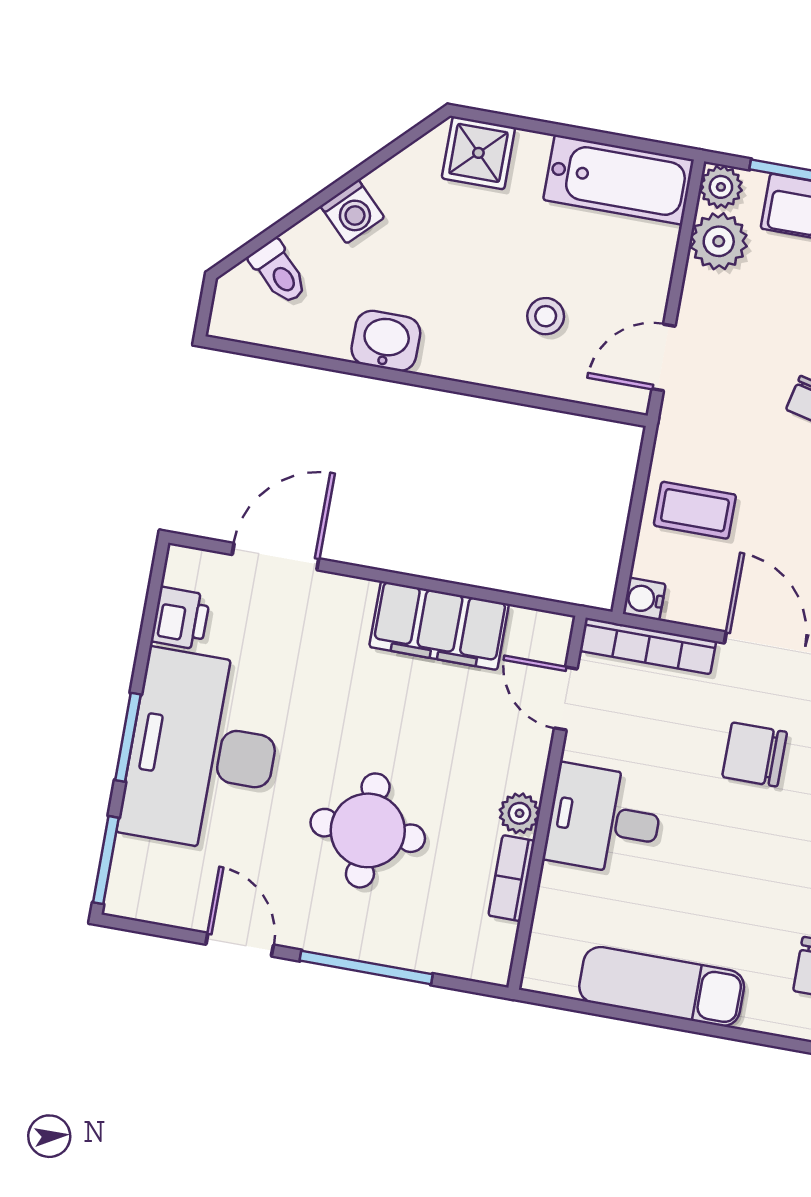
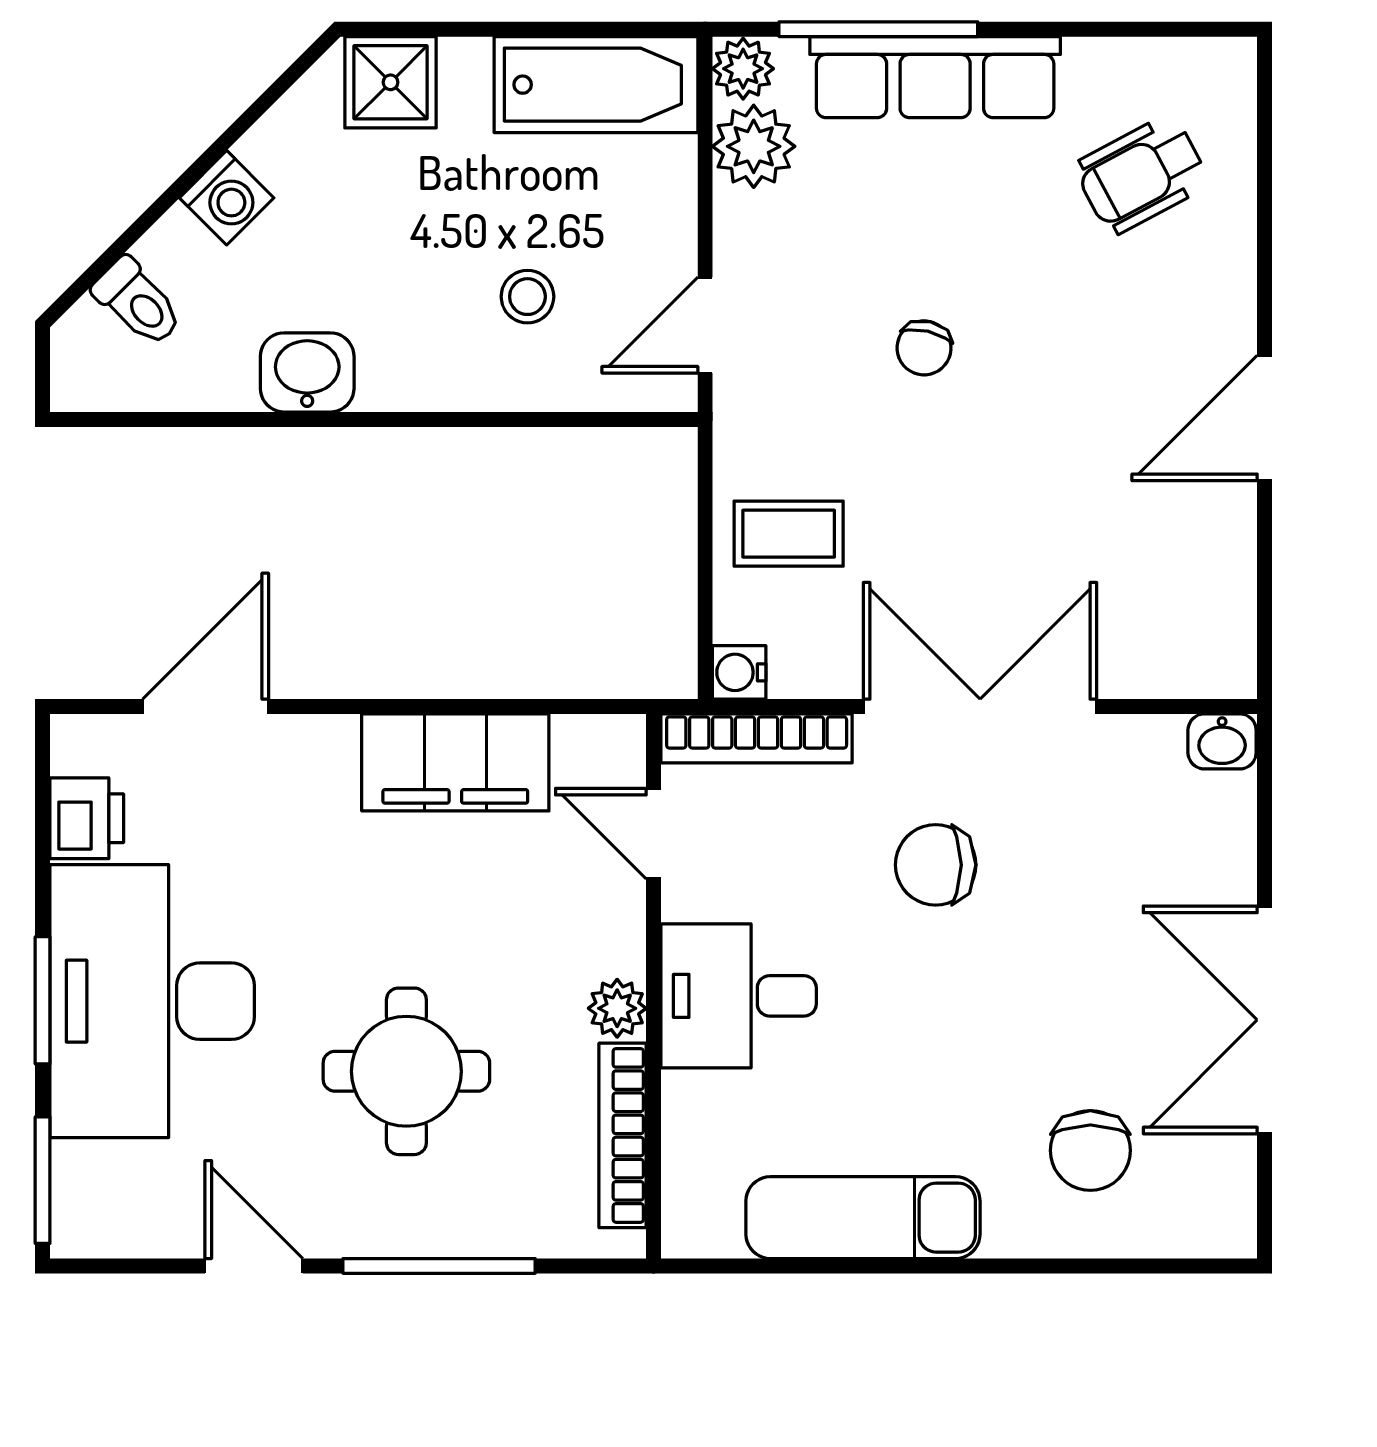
bookcase: (512, 878) -> (623, 1135), width x1.56

